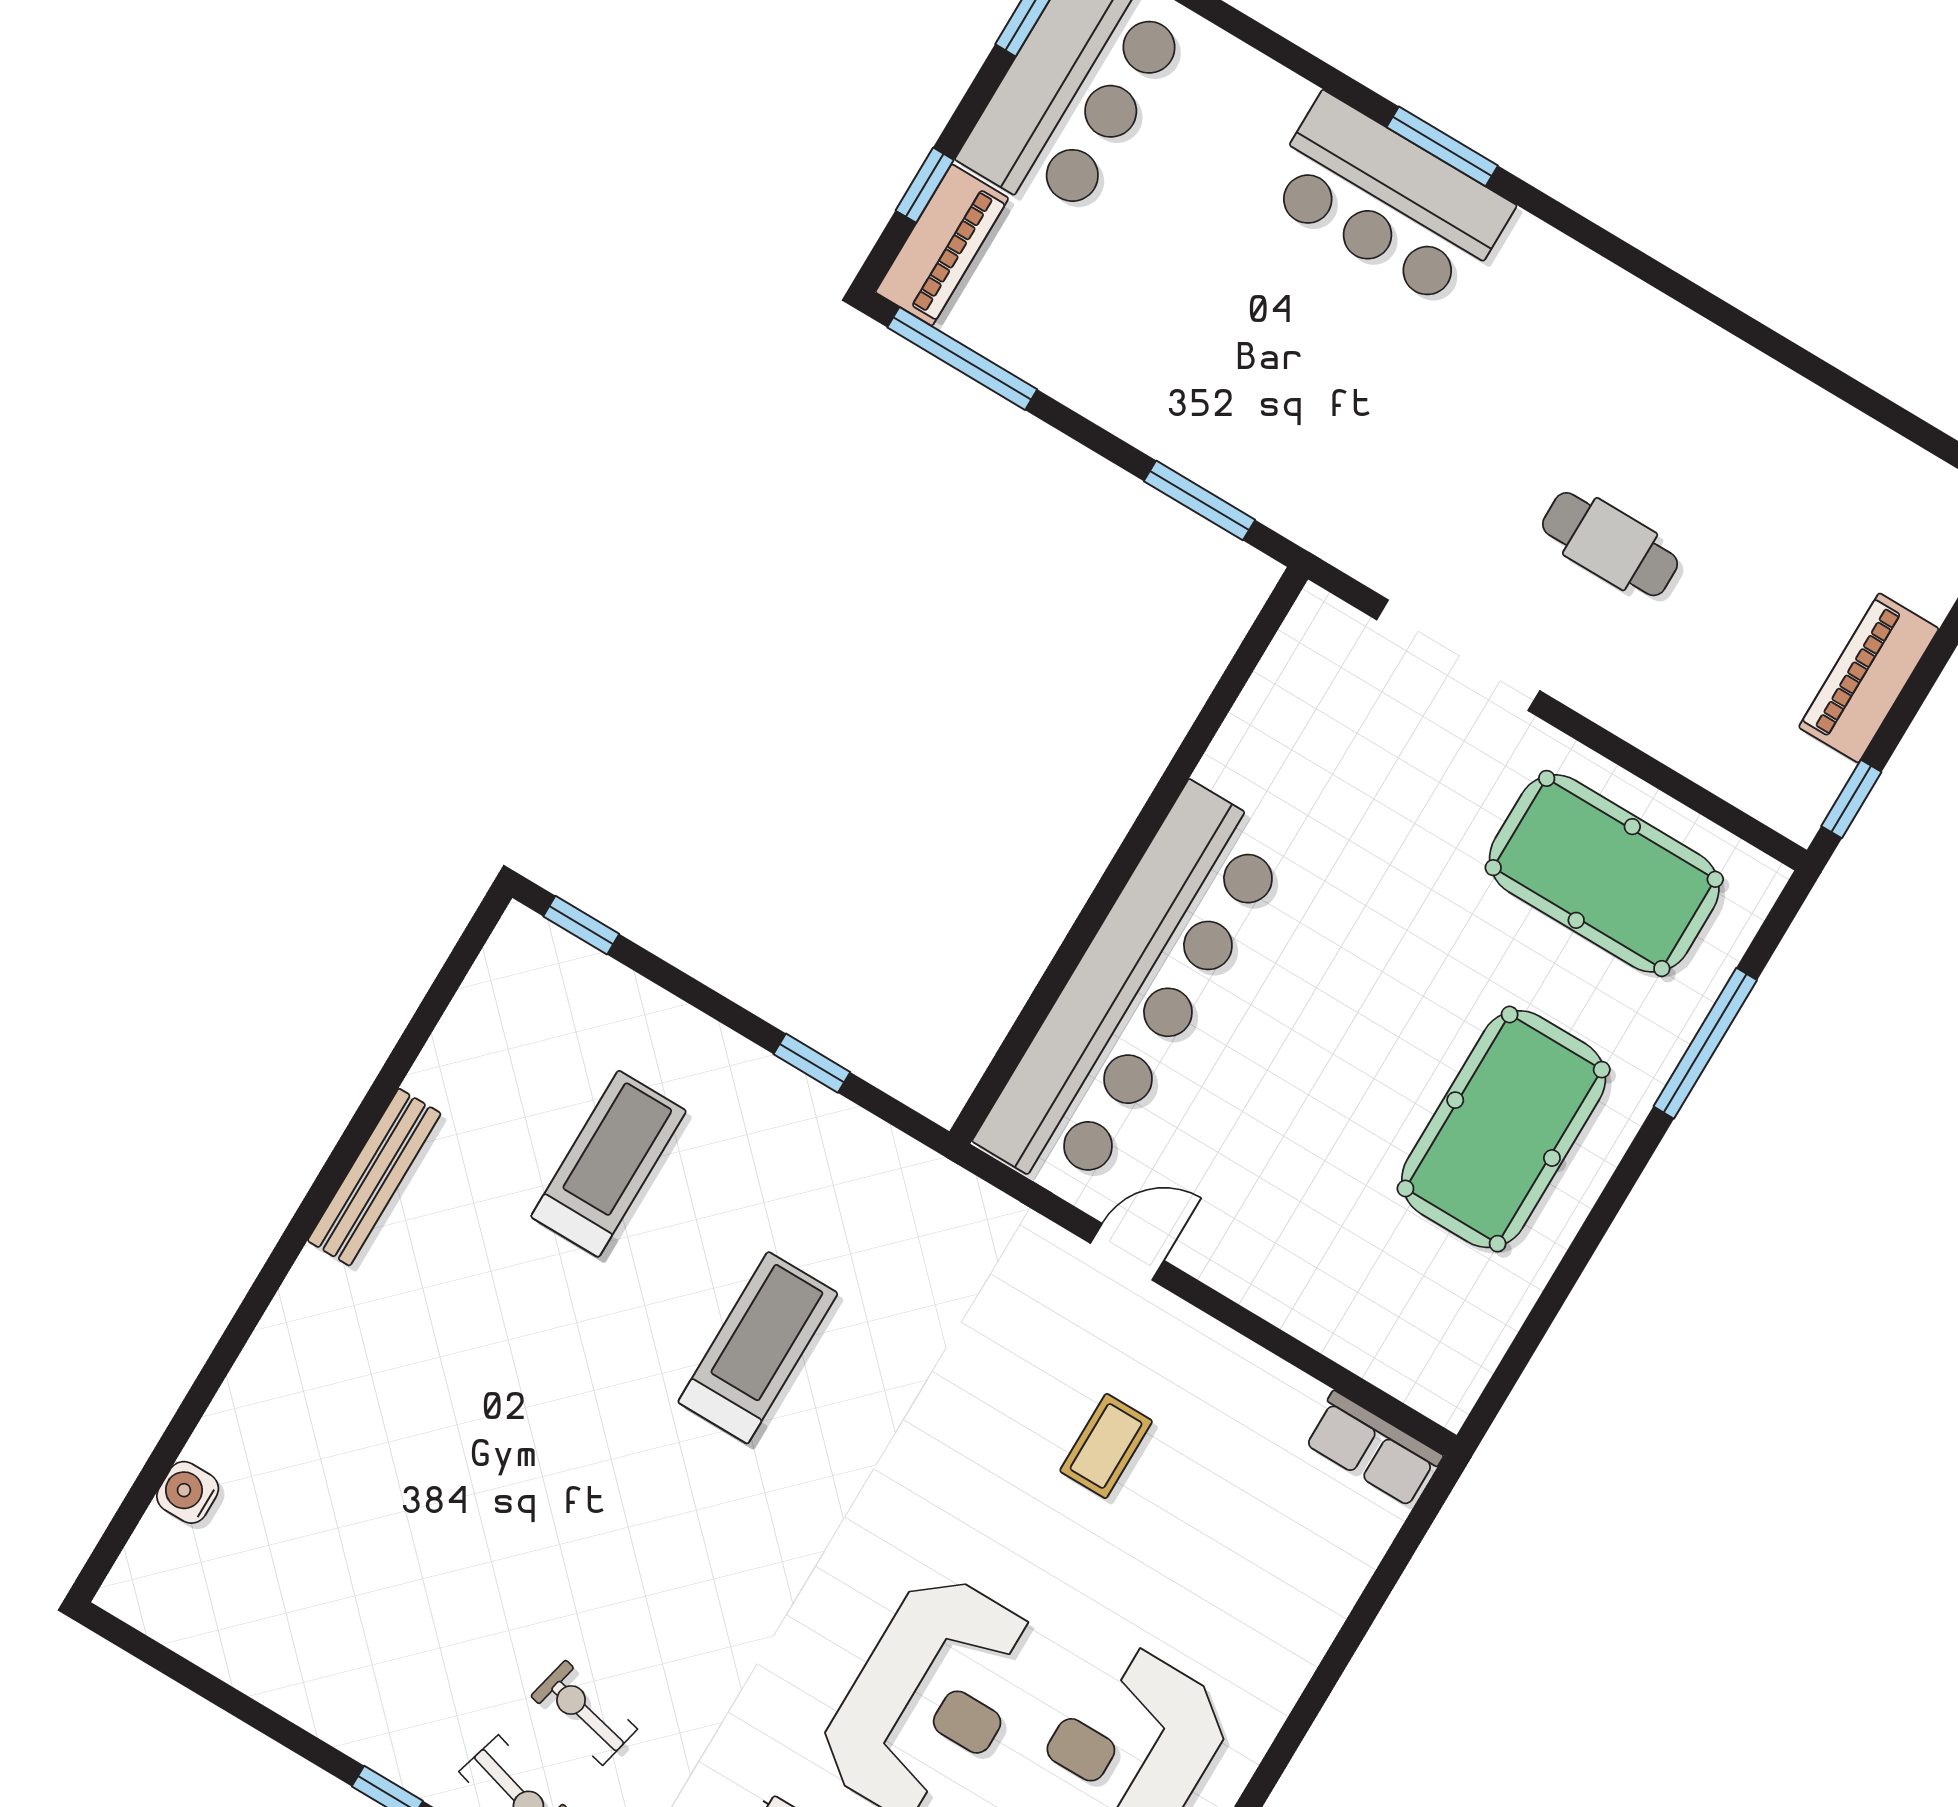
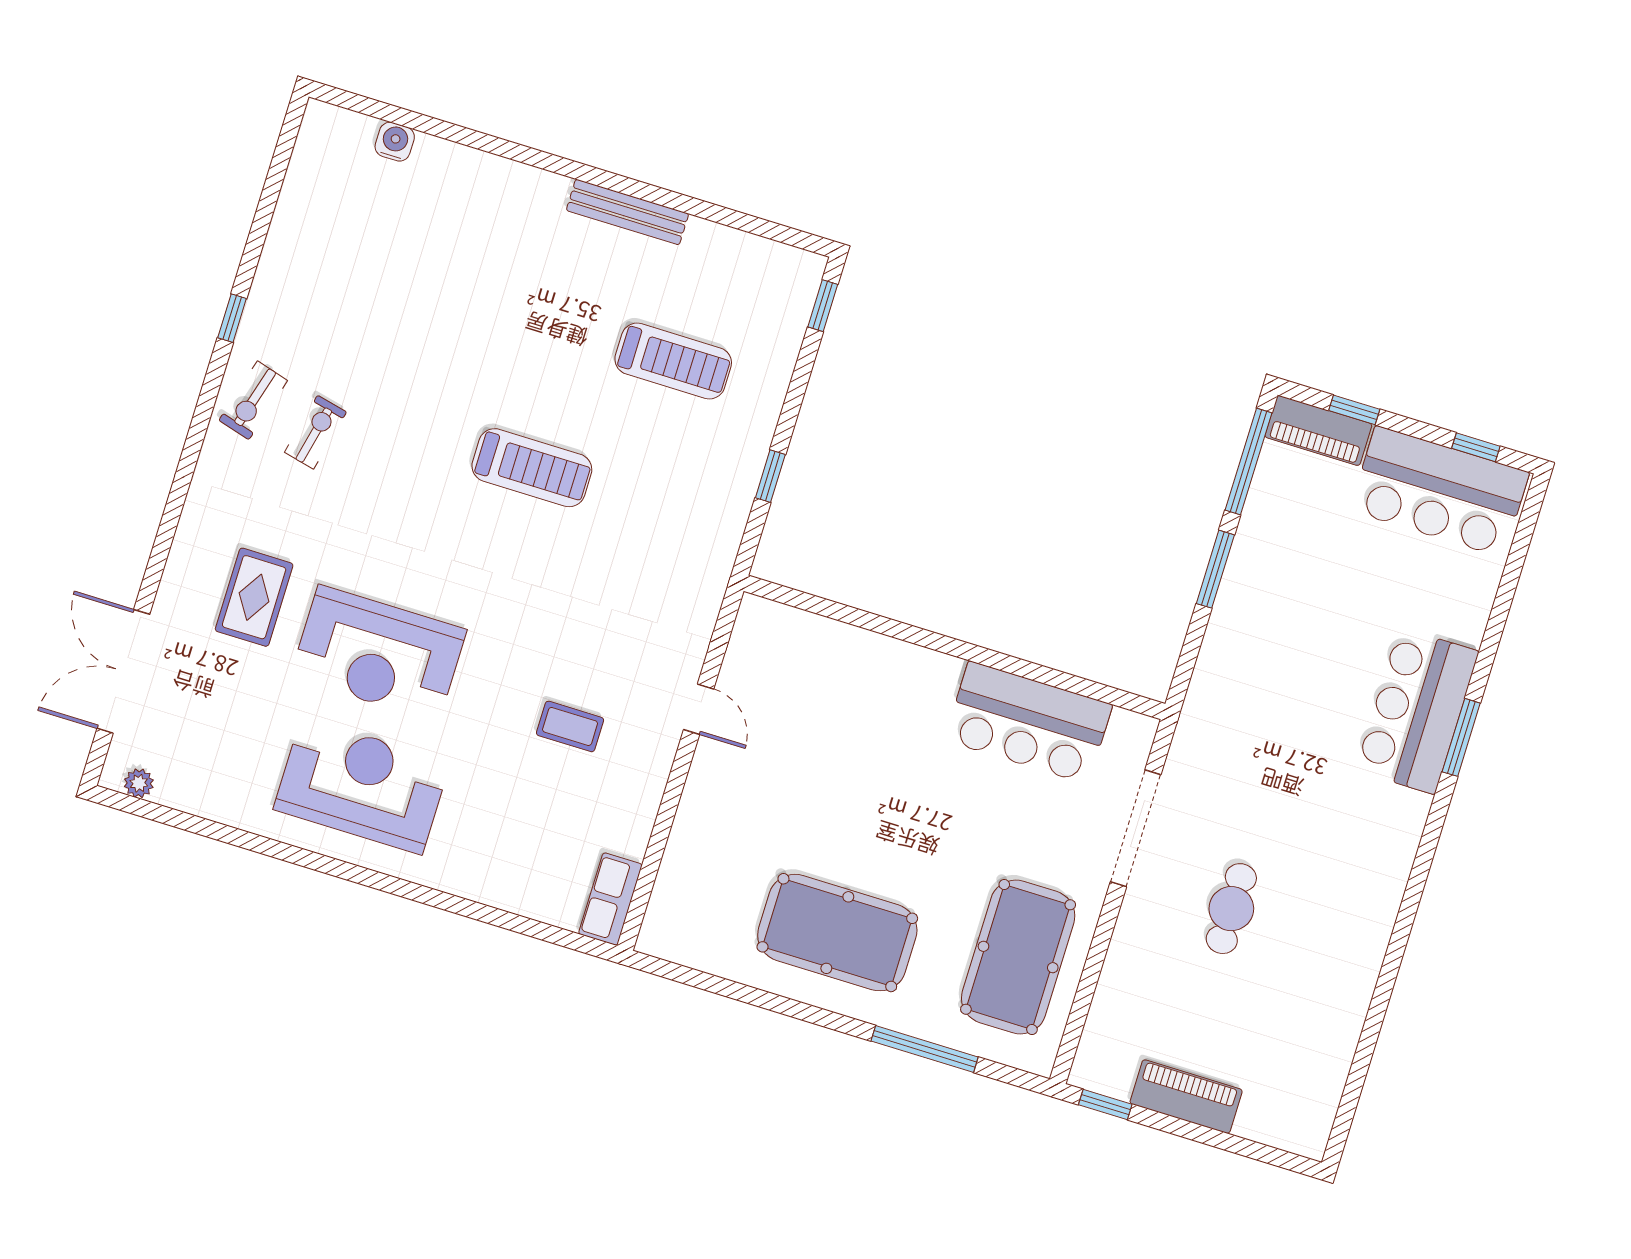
window: (1200, 500) -> (1215, 569), moved
bar counter: (1134, 992) -> (1028, 722), moved, width x0.54
treadmill: (758, 1348) -> (532, 468), moved

